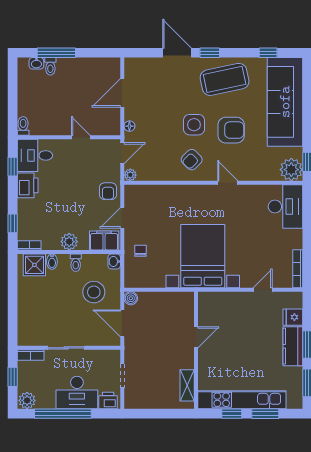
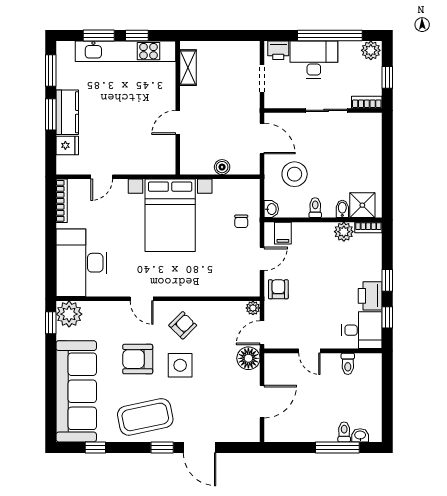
toilet: (23, 126) -> (348, 364), moved
floor lamp: (129, 126) -> (248, 358), width x1.89, depth x1.89
desk: (286, 207) -> (81, 263), width x1.36, depth x1.30
window: (13, 223) -> (387, 280), moved
filing cabinet: (104, 240) -> (283, 233), width x0.50
plant: (69, 242) -> (344, 232), moved
boiler: (131, 298) -> (222, 167), moved

